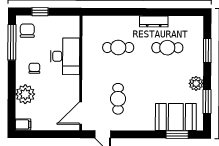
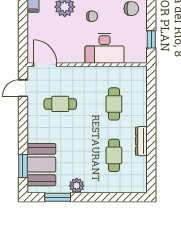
window: (40, 12) -> (151, 39), moved
window: (207, 50) -> (111, 197), removed

